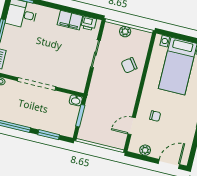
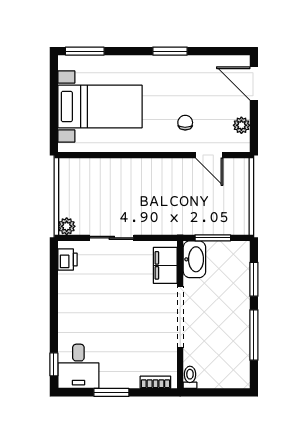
filing cabinet: (70, 20) -> (165, 265), moved, turned 180
plant: (125, 31) -> (67, 226), moved
chair: (129, 65) -> (117, 182), removed
washbasin: (76, 100) -> (194, 259), width x1.91, depth x1.45

